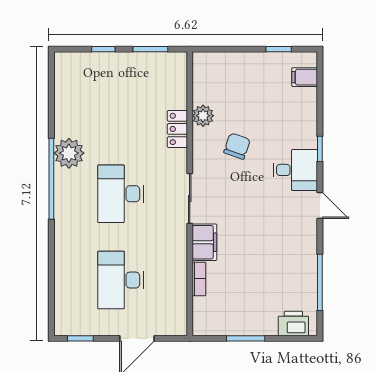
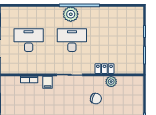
plant: (69, 153) -> (71, 14), moved
filing cabinet: (204, 242) -> (48, 82), width x0.50

